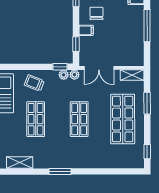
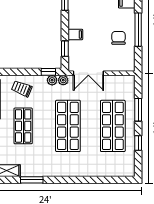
chair: (96, 13) -> (119, 38), moved
shelving: (132, 75) -> (123, 81), removed
shop shelf: (79, 119) -> (68, 126), width x1.43, depth x1.36
window: (147, 152) -> (138, 143), moved
window: (60, 171) -> (32, 180), moved

